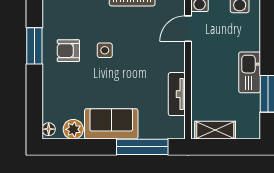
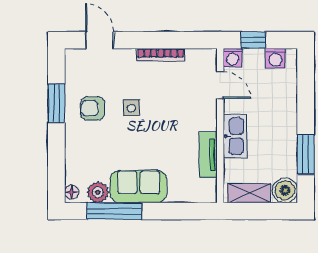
door: (188, 29) -> (220, 85), swing flipped
kitchen sink: (250, 72) -> (235, 136), moved, turned 180
boiler: (249, 128) -> (285, 190), added
window: (142, 147) -> (114, 211), moved

